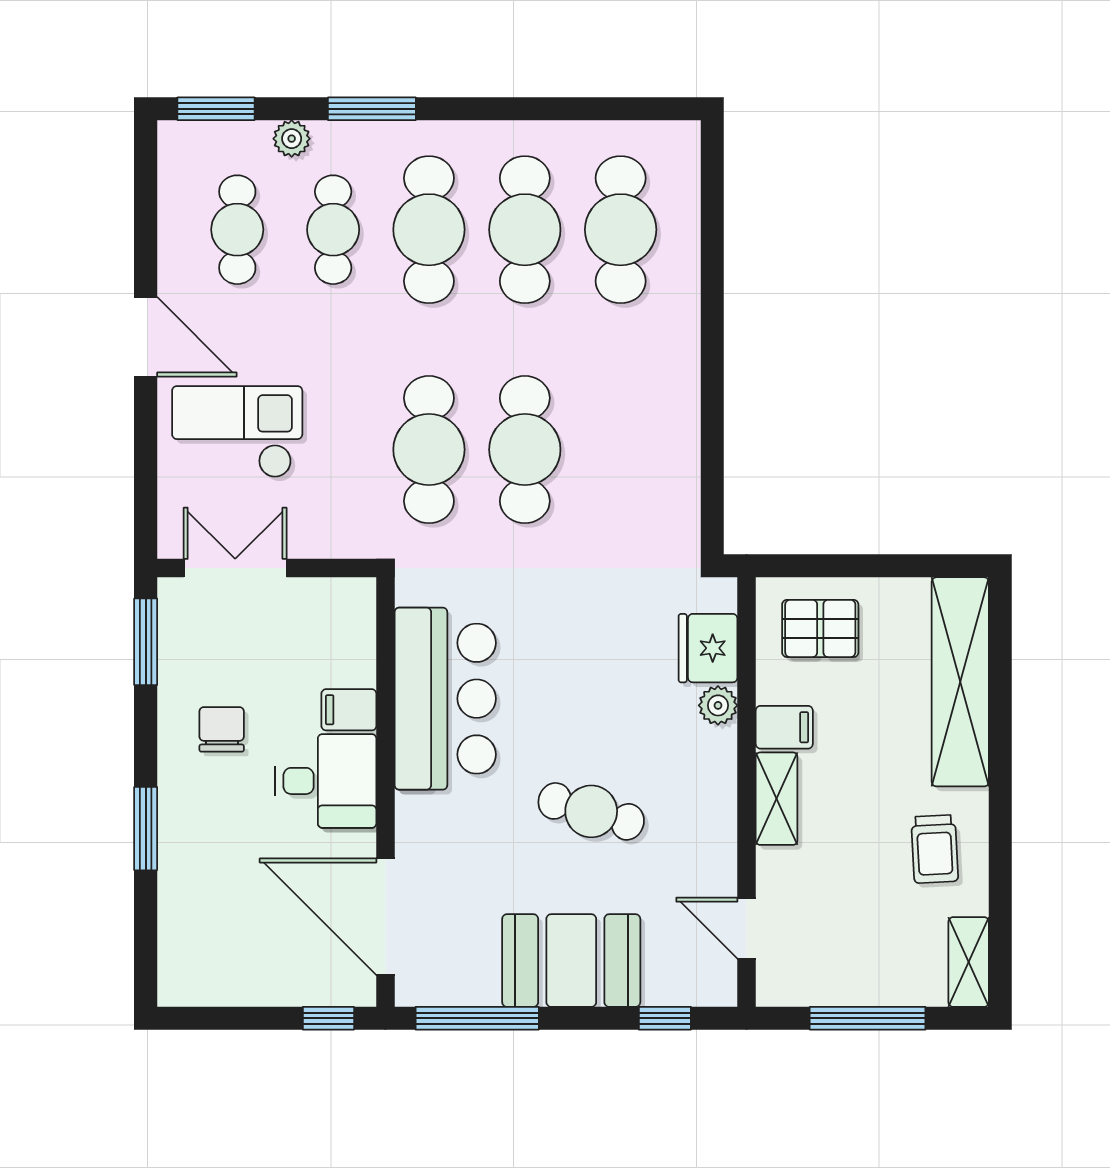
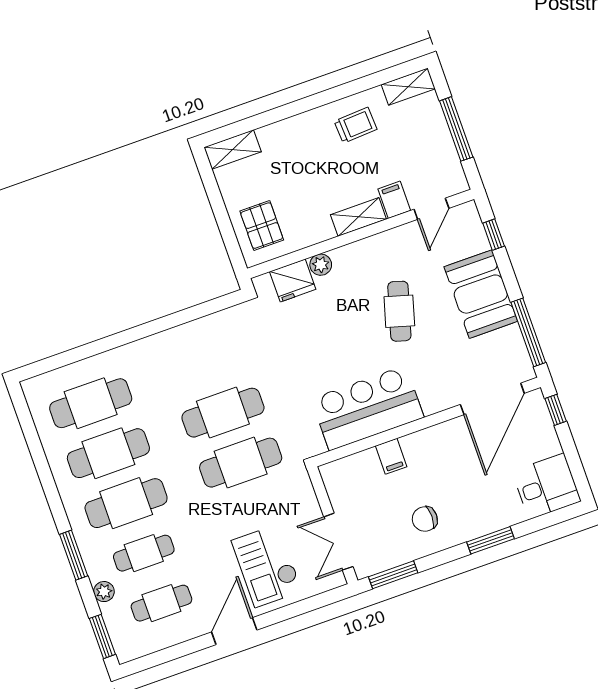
shelving: (960, 682) -> (233, 150), width x0.45, depth x0.75
filing cabinet: (784, 727) -> (394, 200), moved
desk: (326, 781) -> (546, 486), moved, turned 90

